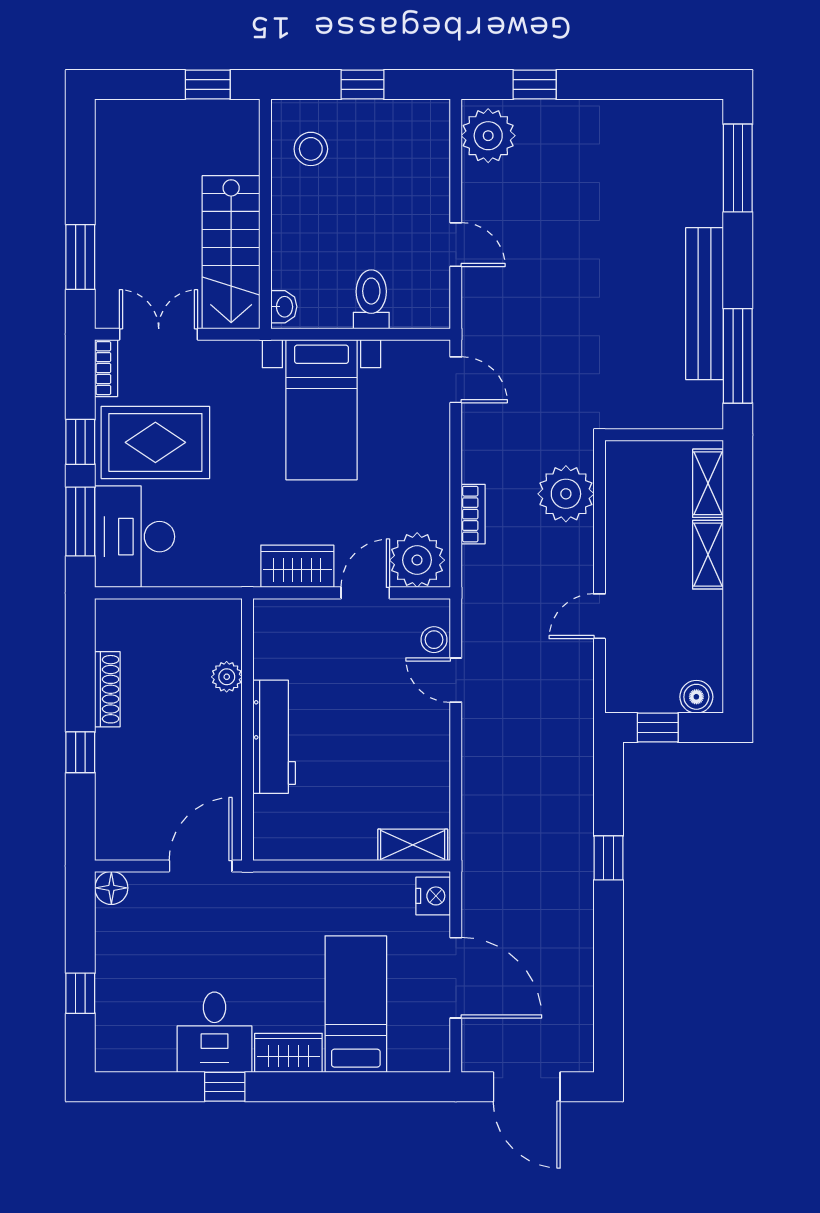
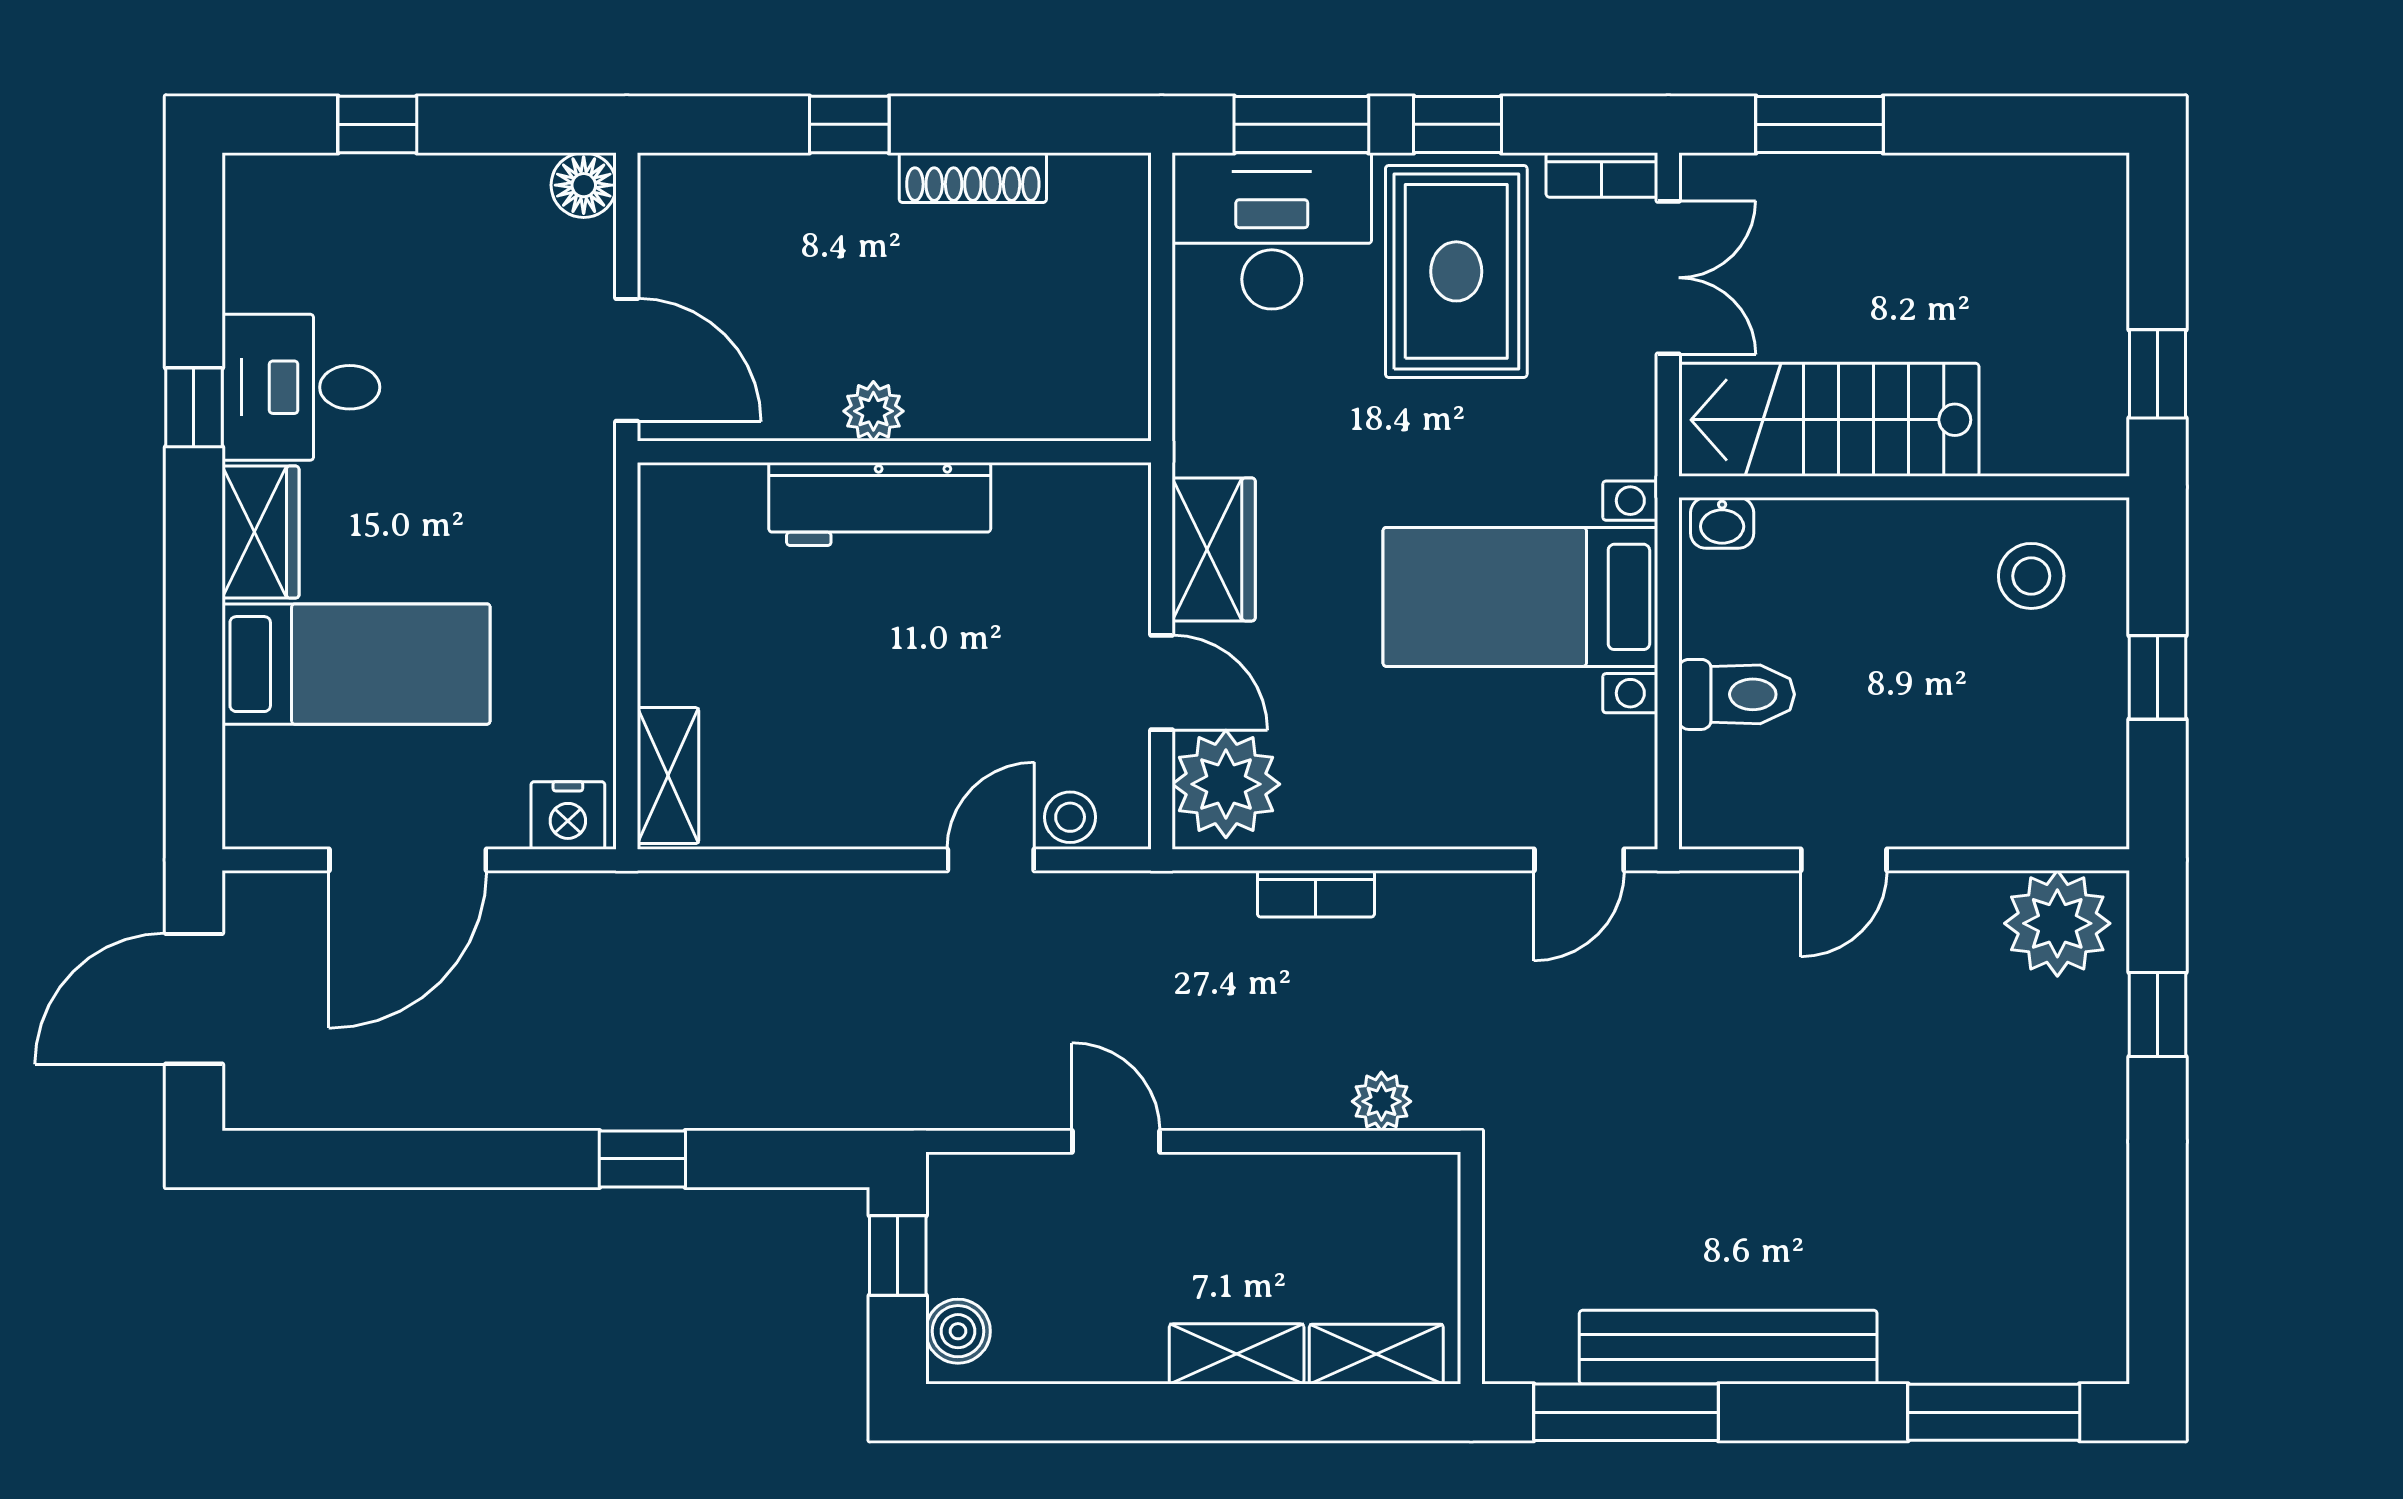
plant: (566, 494) -> (1381, 1101), width x0.53, depth x0.53
plant: (227, 677) -> (873, 411), moved

